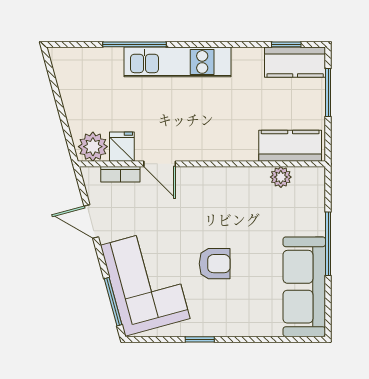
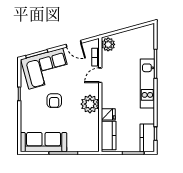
fridge: (122, 147) -> (108, 114), moved
plant: (281, 177) -> (90, 104), moved, width x1.87, depth x1.87
door: (91, 221) -> (74, 44), swing flipped

